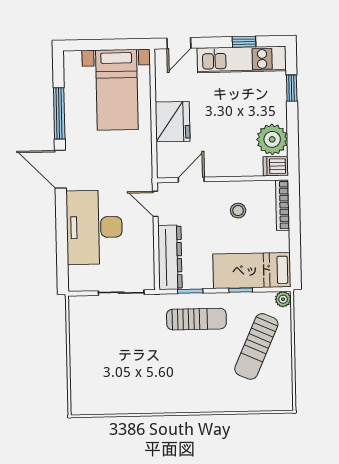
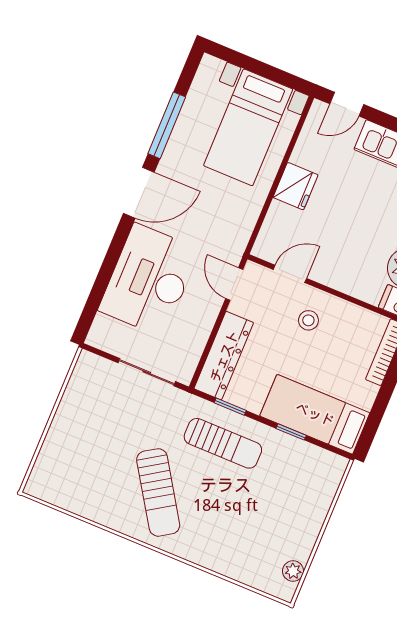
fridge: (173, 122) -> (295, 186), width x0.73, depth x0.75
door: (60, 169) -> (139, 193), swing flipped
stool: (238, 211) -> (308, 320), moved
plant: (283, 299) -> (293, 571), moved
sun lounger: (256, 346) -> (158, 492), moved, turned -57

